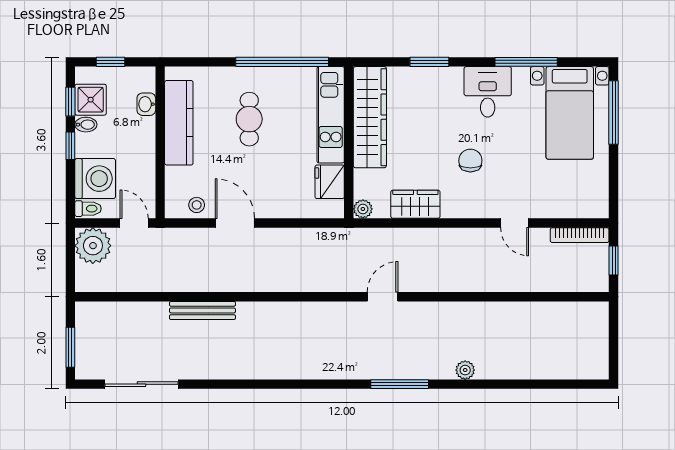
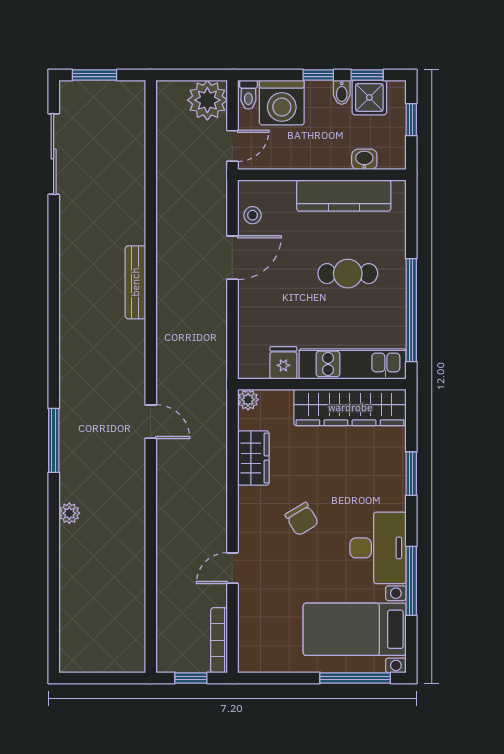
desk: (488, 92) -> (378, 548), width x1.37
chair: (470, 161) -> (302, 519), turned 59
fridge: (330, 182) -> (283, 363), width x0.72
bench: (202, 310) -> (135, 282), moved

